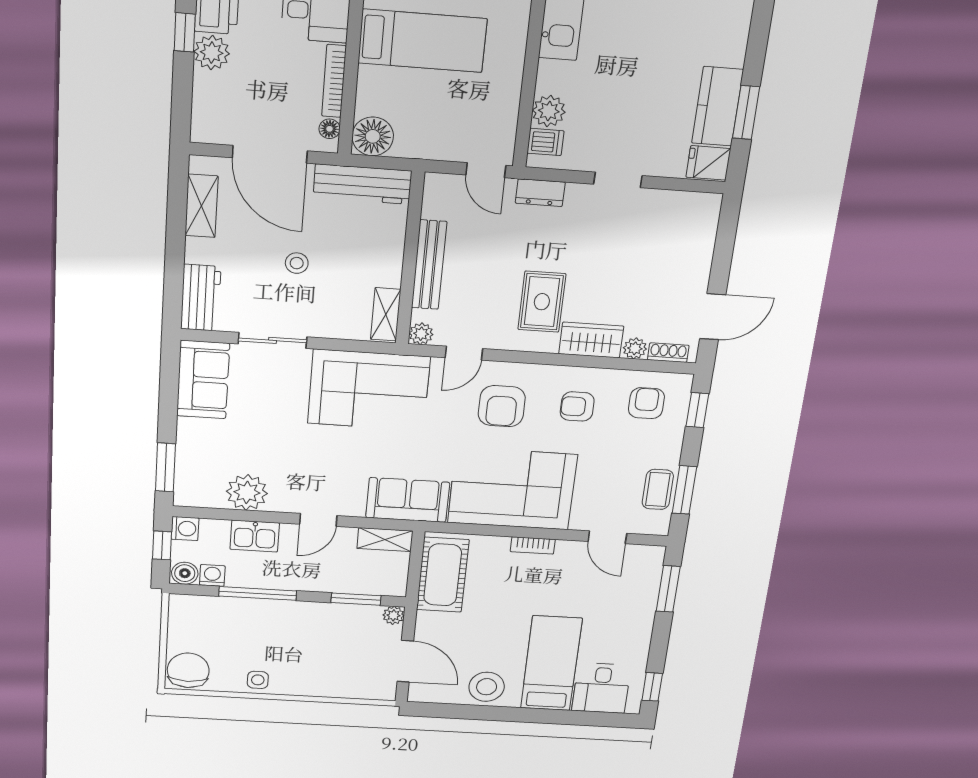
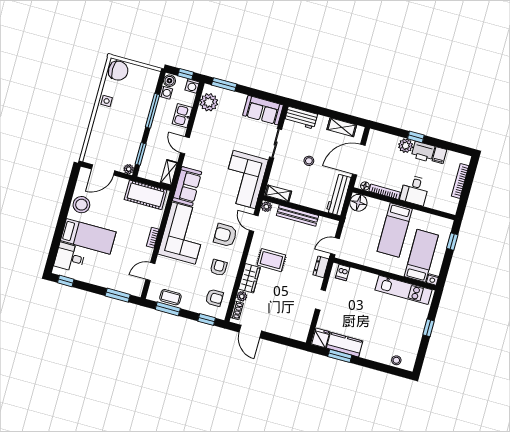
plant: (549, 111) -> (356, 276), removed
plant: (247, 492) -> (209, 102), moved

